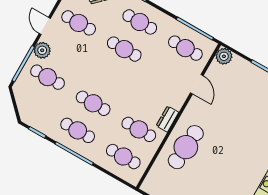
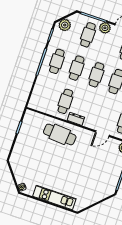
plant: (27, 108) -> (65, 25), added
cafe table: (123, 157) -> (96, 75), moved

